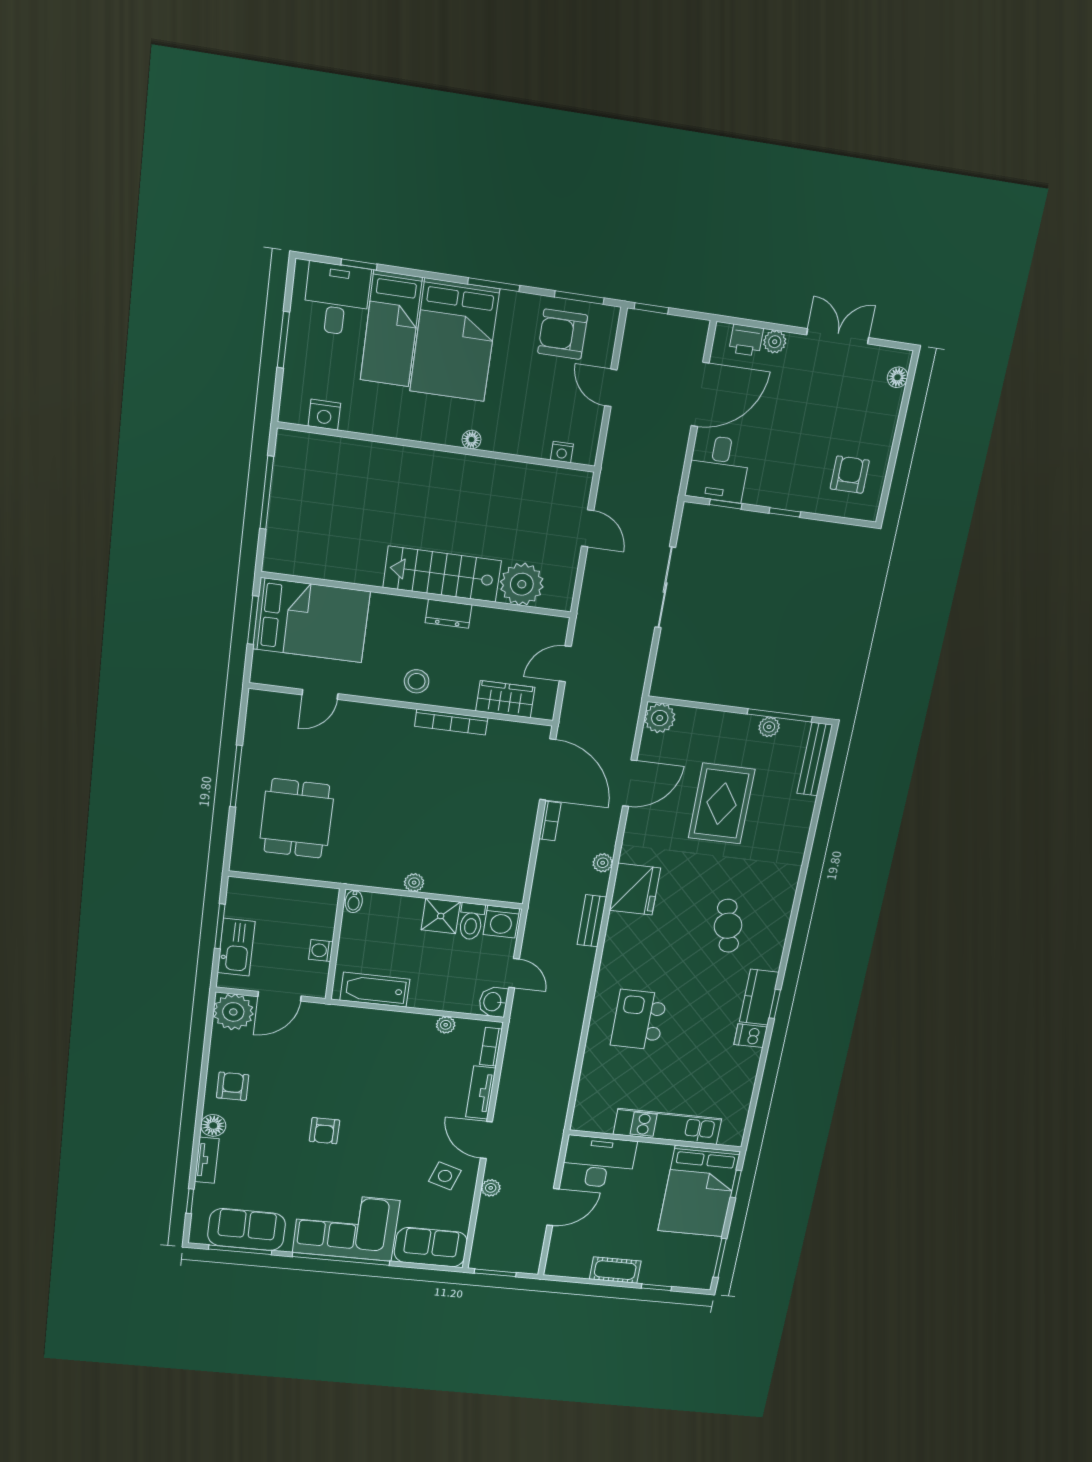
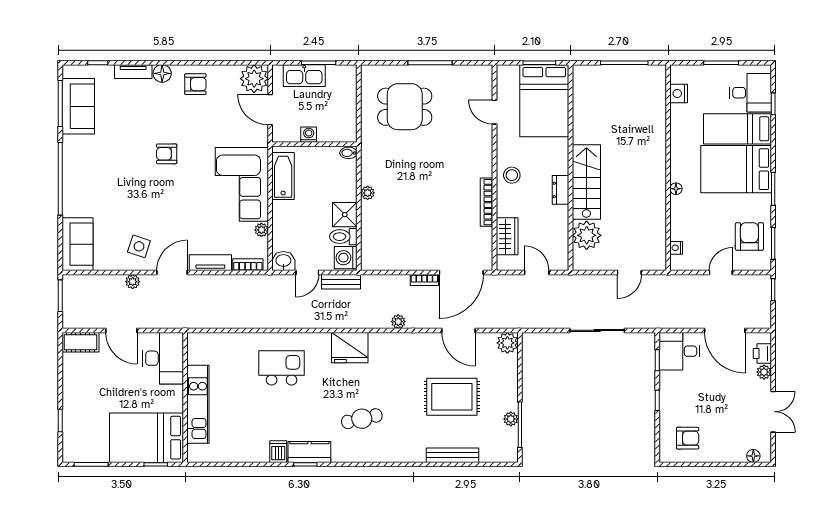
bench: (815, 759) -> (452, 455), moved
fridge: (635, 889) -> (350, 348), moved
bench: (592, 921) -> (341, 282), moved
corner sofa: (346, 1226) -> (242, 184), moved, turned 180
cot: (615, 1270) -> (81, 342), moved, turned 90

